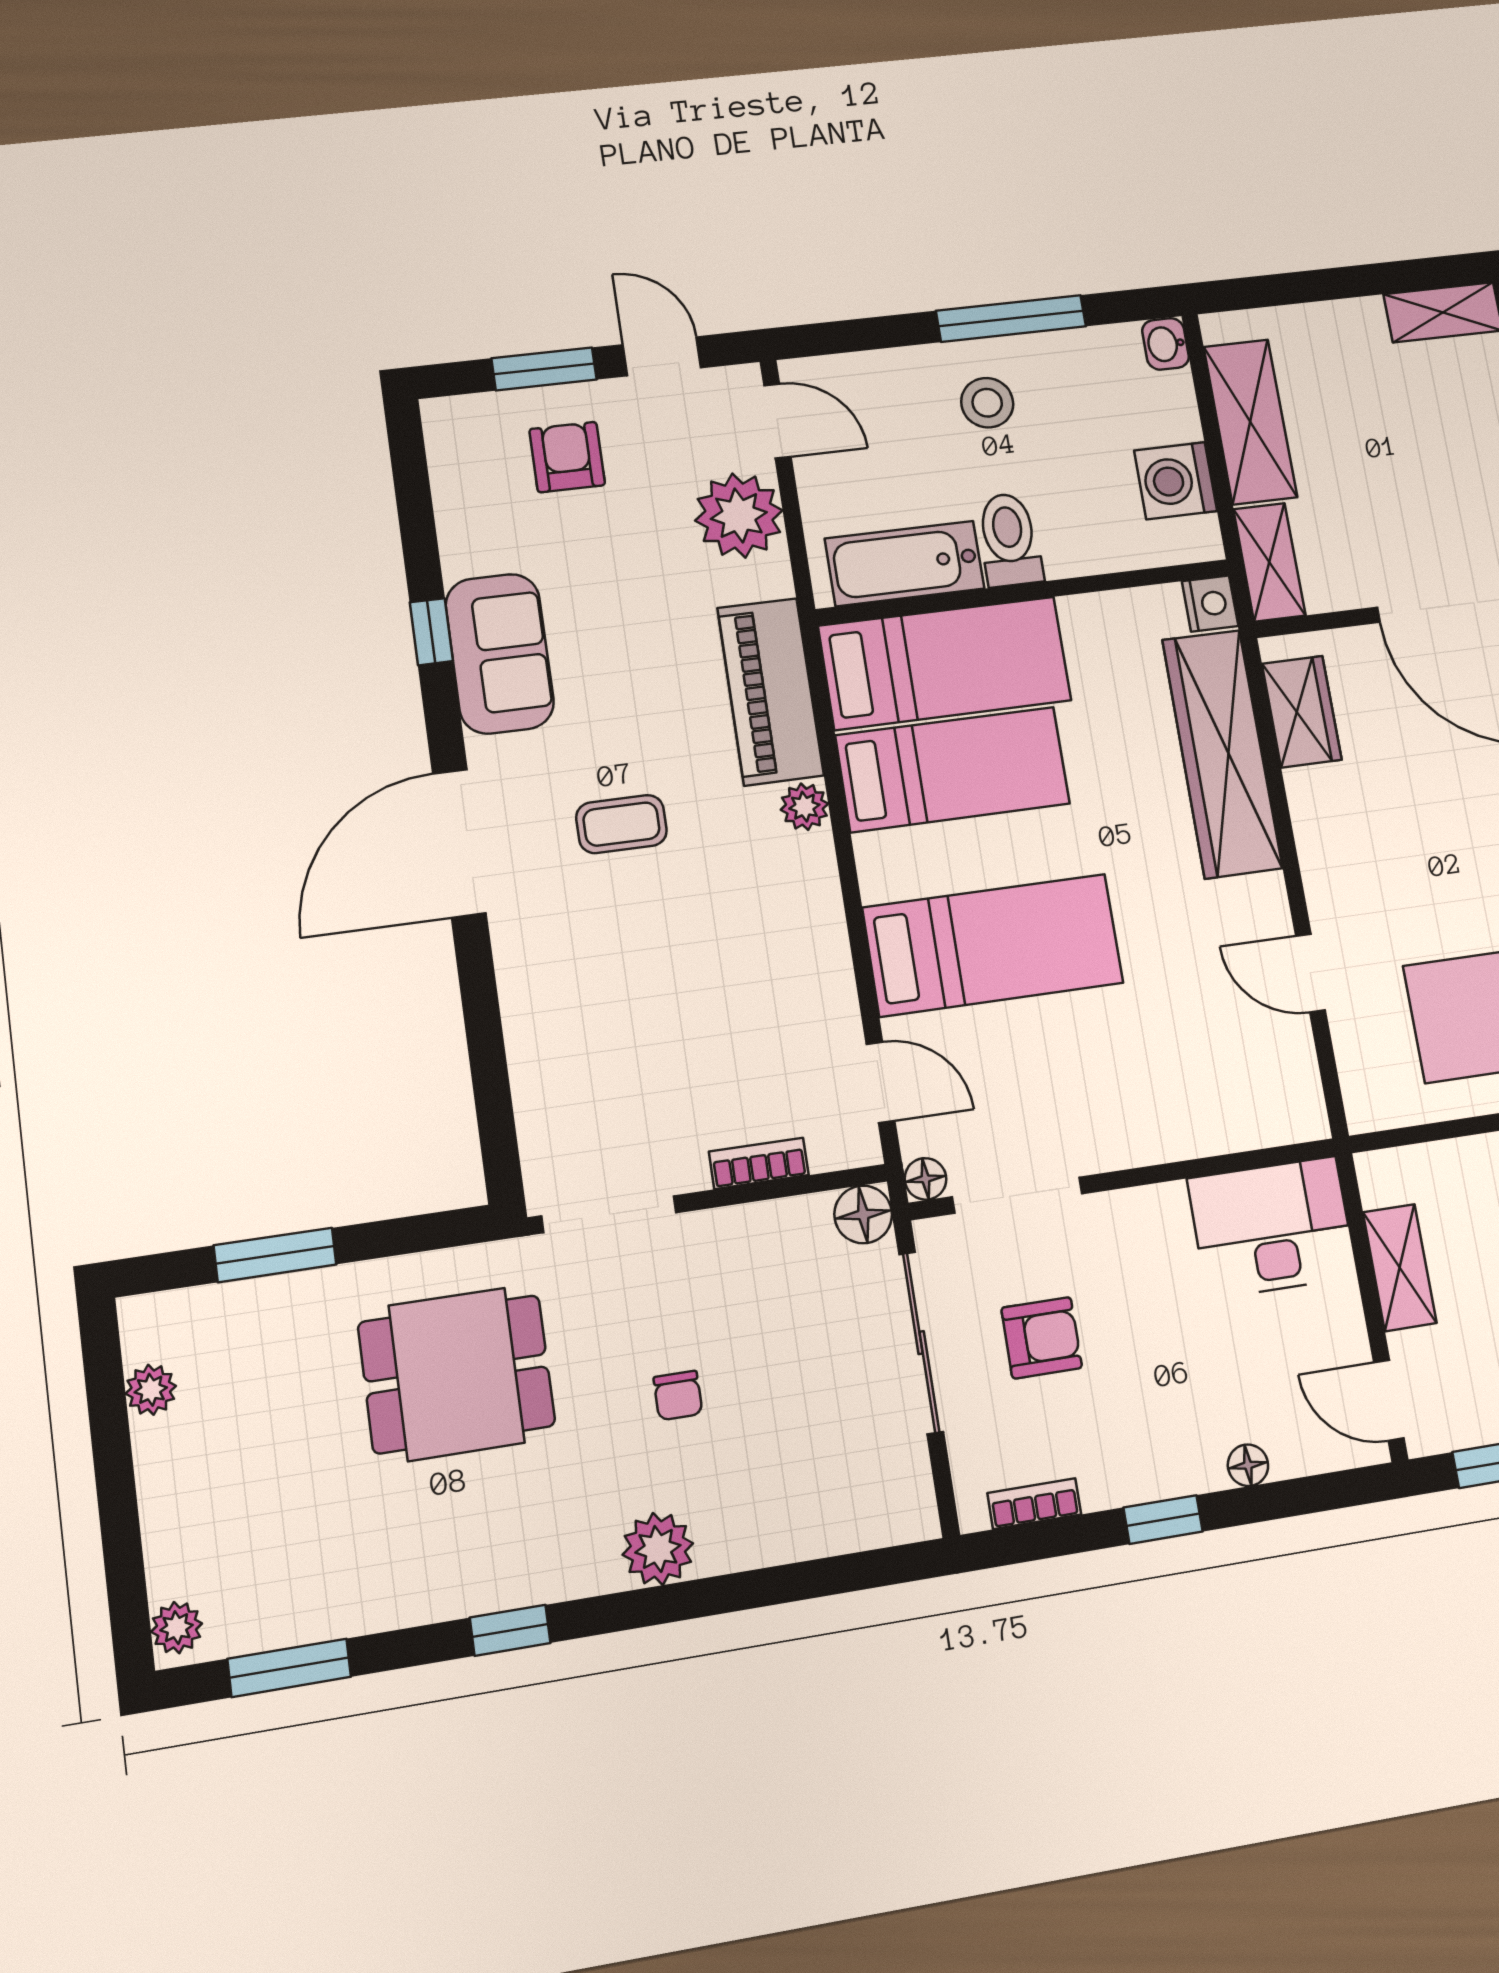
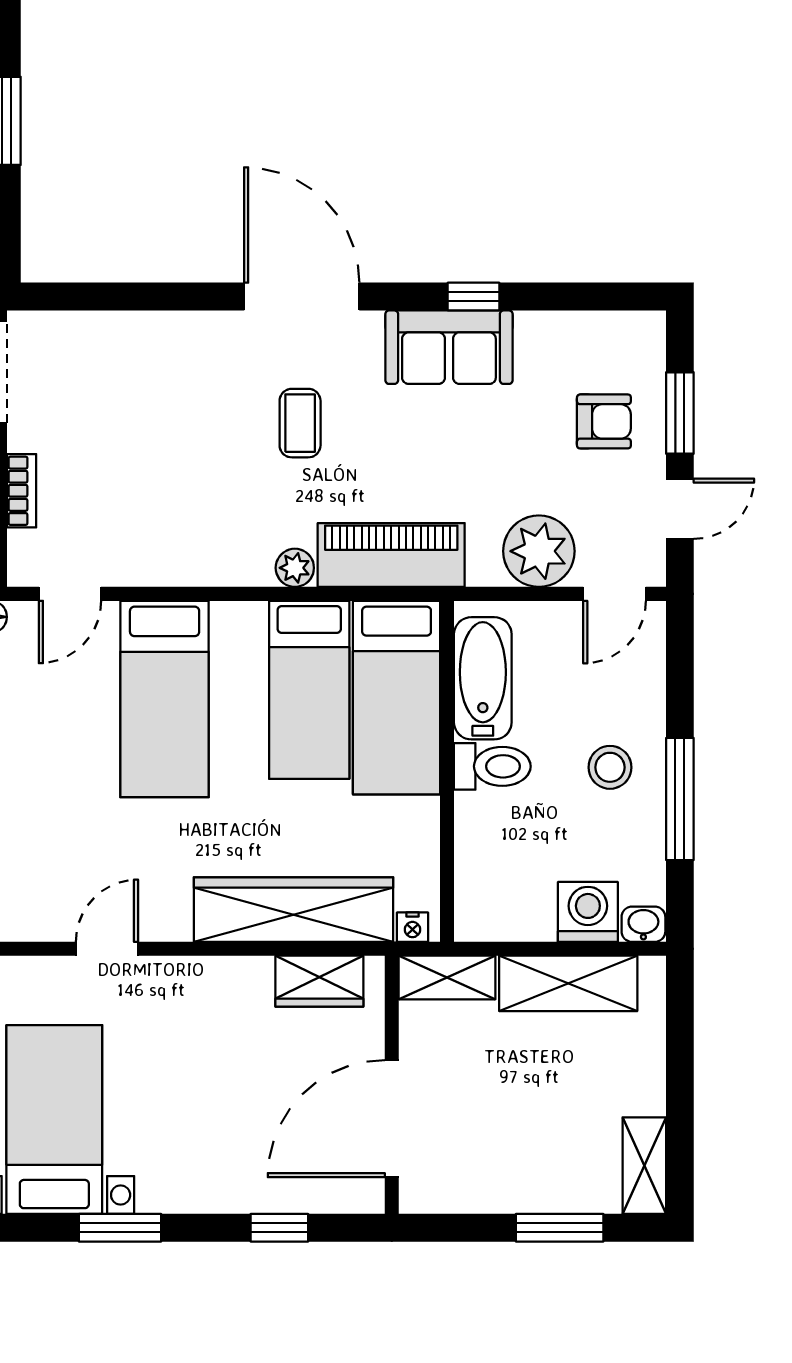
washing machine: (1176, 481) -> (588, 912), moved
nightstand: (1210, 604) -> (412, 927), width x0.72, depth x0.74

